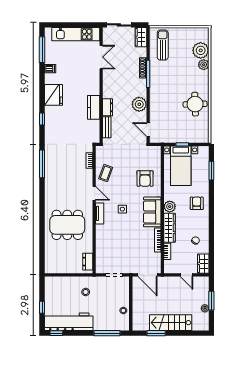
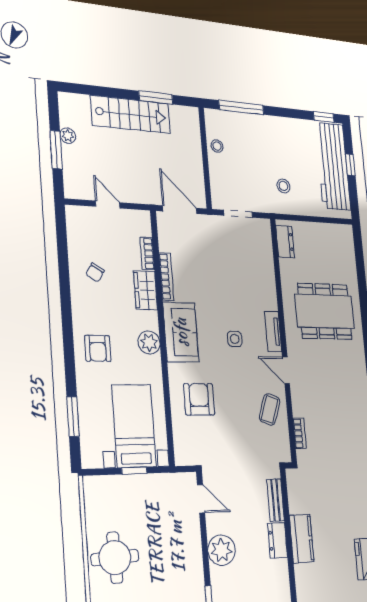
wardrobe: (170, 228) -> (146, 290), width x0.67
wardrobe: (203, 264) -> (77, 225), removed
workbench: (69, 322) -> (333, 166), moved, turned 90

